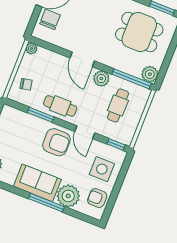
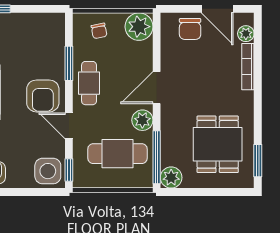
chair: (50, 19) -> (190, 29), turned 90
plant: (31, 49) -> (139, 27), width x1.88, depth x1.88
cafe table: (118, 105) -> (117, 154), width x1.37, depth x1.35
door: (85, 132) -> (69, 126), hinge flipped
side table: (102, 169) -> (48, 171), moved

